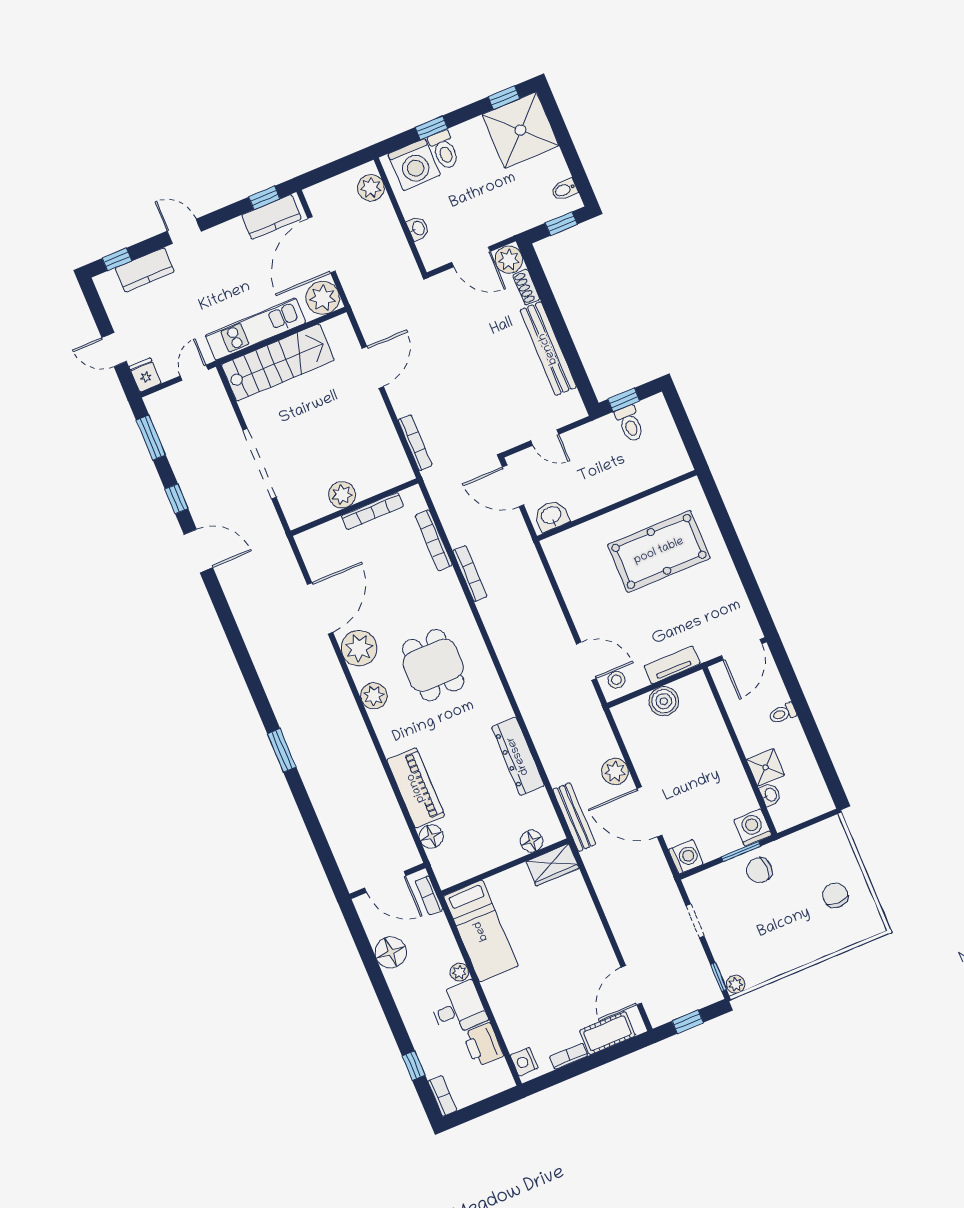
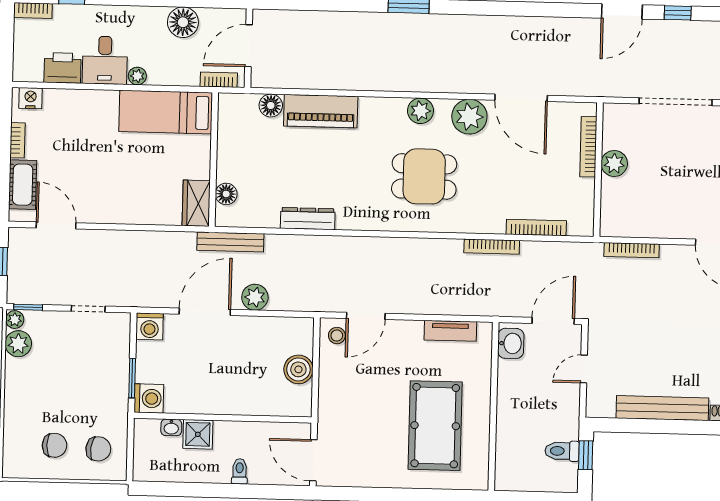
bookcase: (372, 511) -> (588, 147), moved
tv unit: (672, 665) -> (450, 331), moved, turned 90
dresser: (518, 756) -> (308, 219), width x0.73, depth x0.80
chair: (759, 870) -> (98, 449), moved, turned 97
plant: (756, 971) -> (18, 344), added

